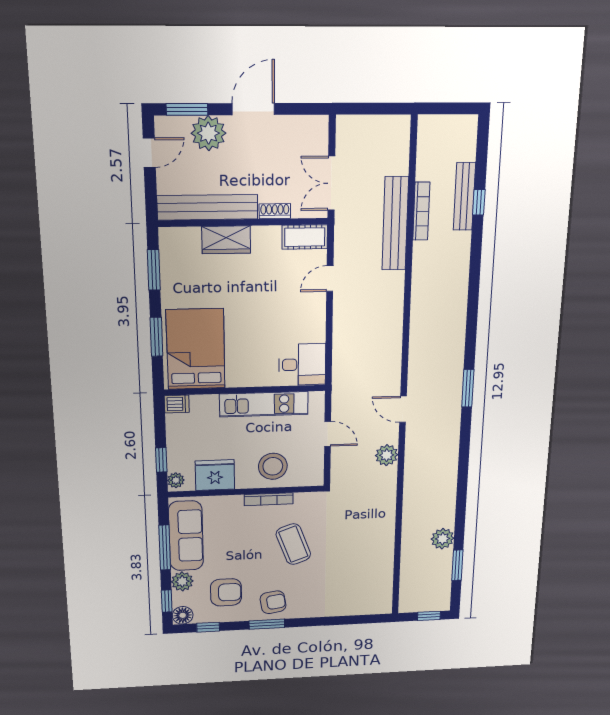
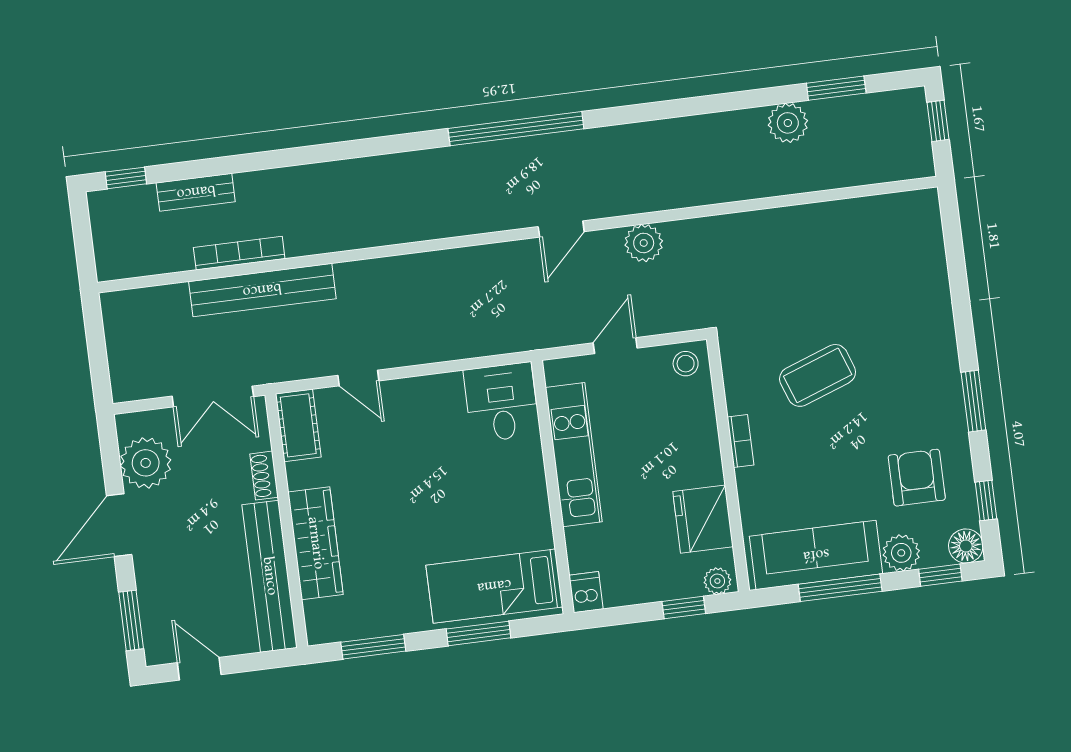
door: (253, 109) -> (119, 525), hinge flipped
plant: (208, 133) -> (146, 463), moved
bench: (464, 197) -> (196, 192), width x0.73
window: (479, 202) -> (126, 178), moved
wardrobe: (226, 240) -> (316, 543), width x1.50
bed: (196, 349) -> (494, 586), width x0.67
window: (468, 388) -> (516, 129), width x2.11
stool: (273, 466) -> (686, 364), moved, width x0.53, depth x0.53
bookcase: (269, 499) -> (740, 441), width x0.64
armchair: (273, 602) -> (930, 396), removed

